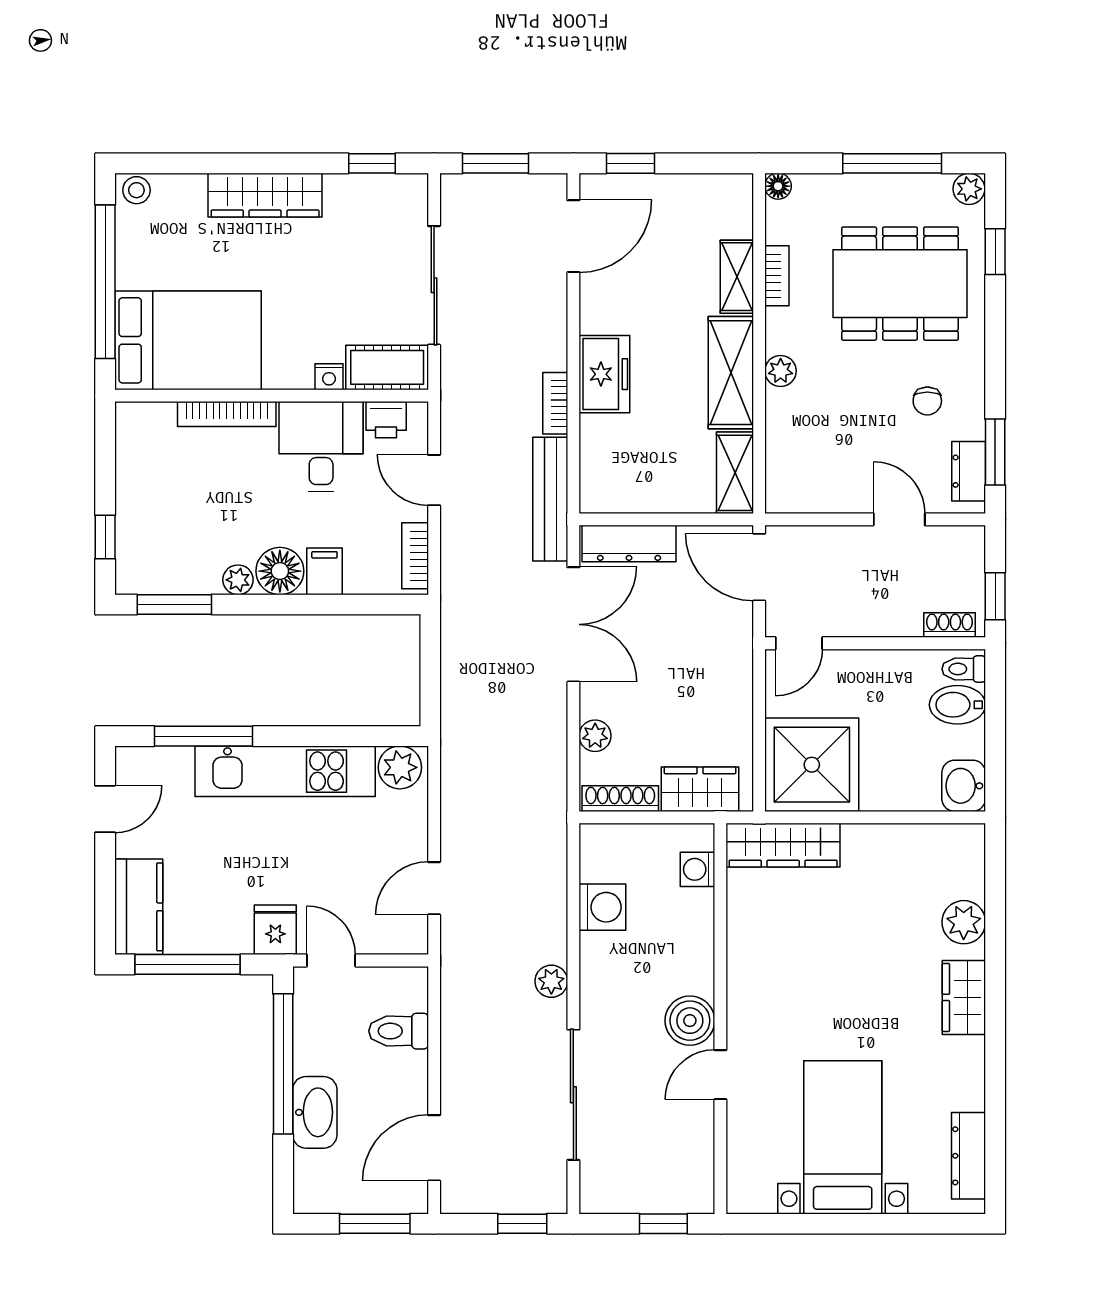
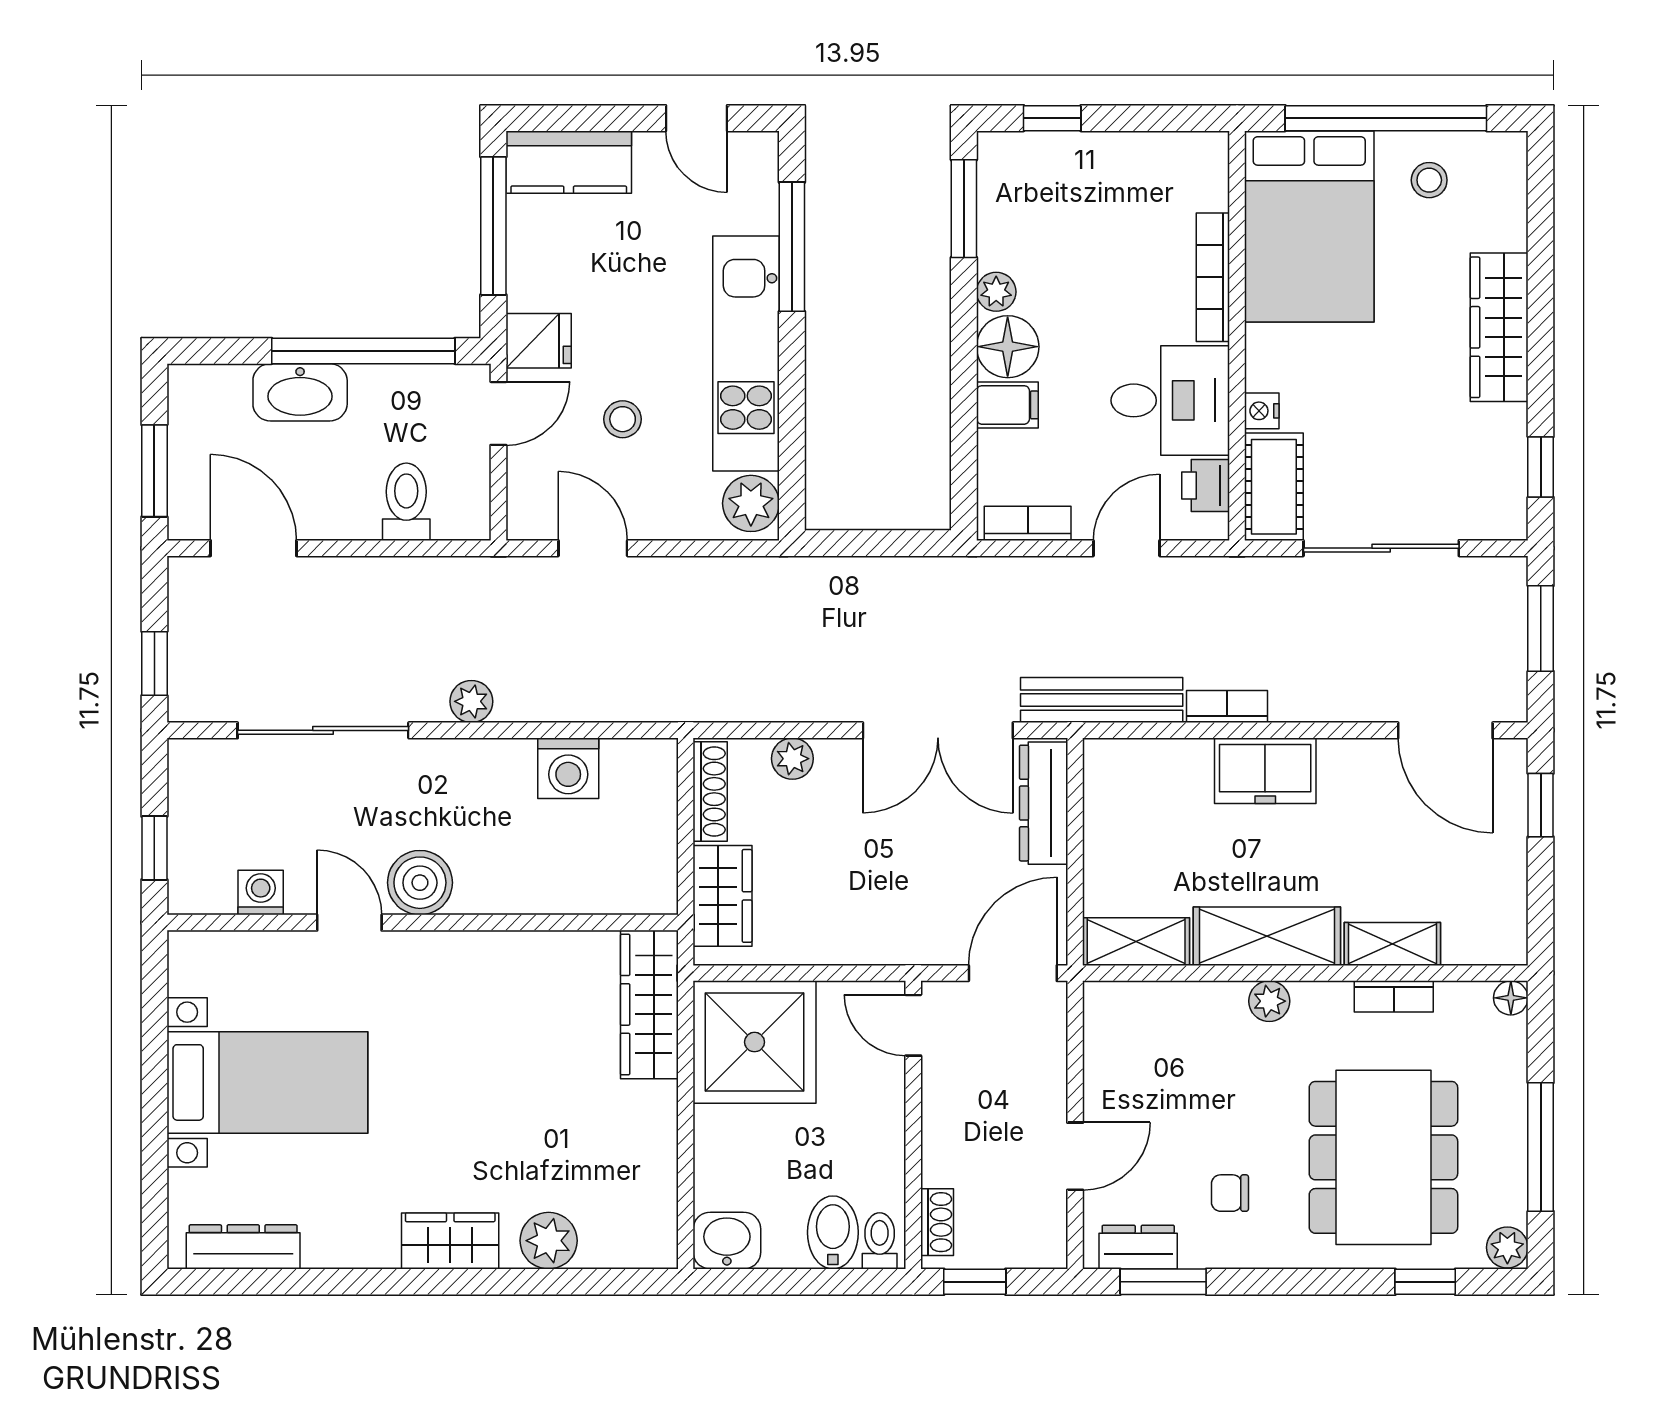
stool: (136, 190) -> (1429, 180), moved
stool: (335, 866) -> (623, 419), added
washing machine: (697, 869) -> (261, 893), moved

